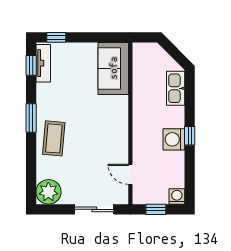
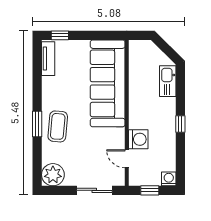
window: (31, 65) -> (37, 60), removed
sofa: (113, 68) -> (108, 83), width x1.85, depth x1.27
window: (31, 118) -> (37, 124), moved
washing machine: (174, 139) -> (138, 139), moved, turned 180

